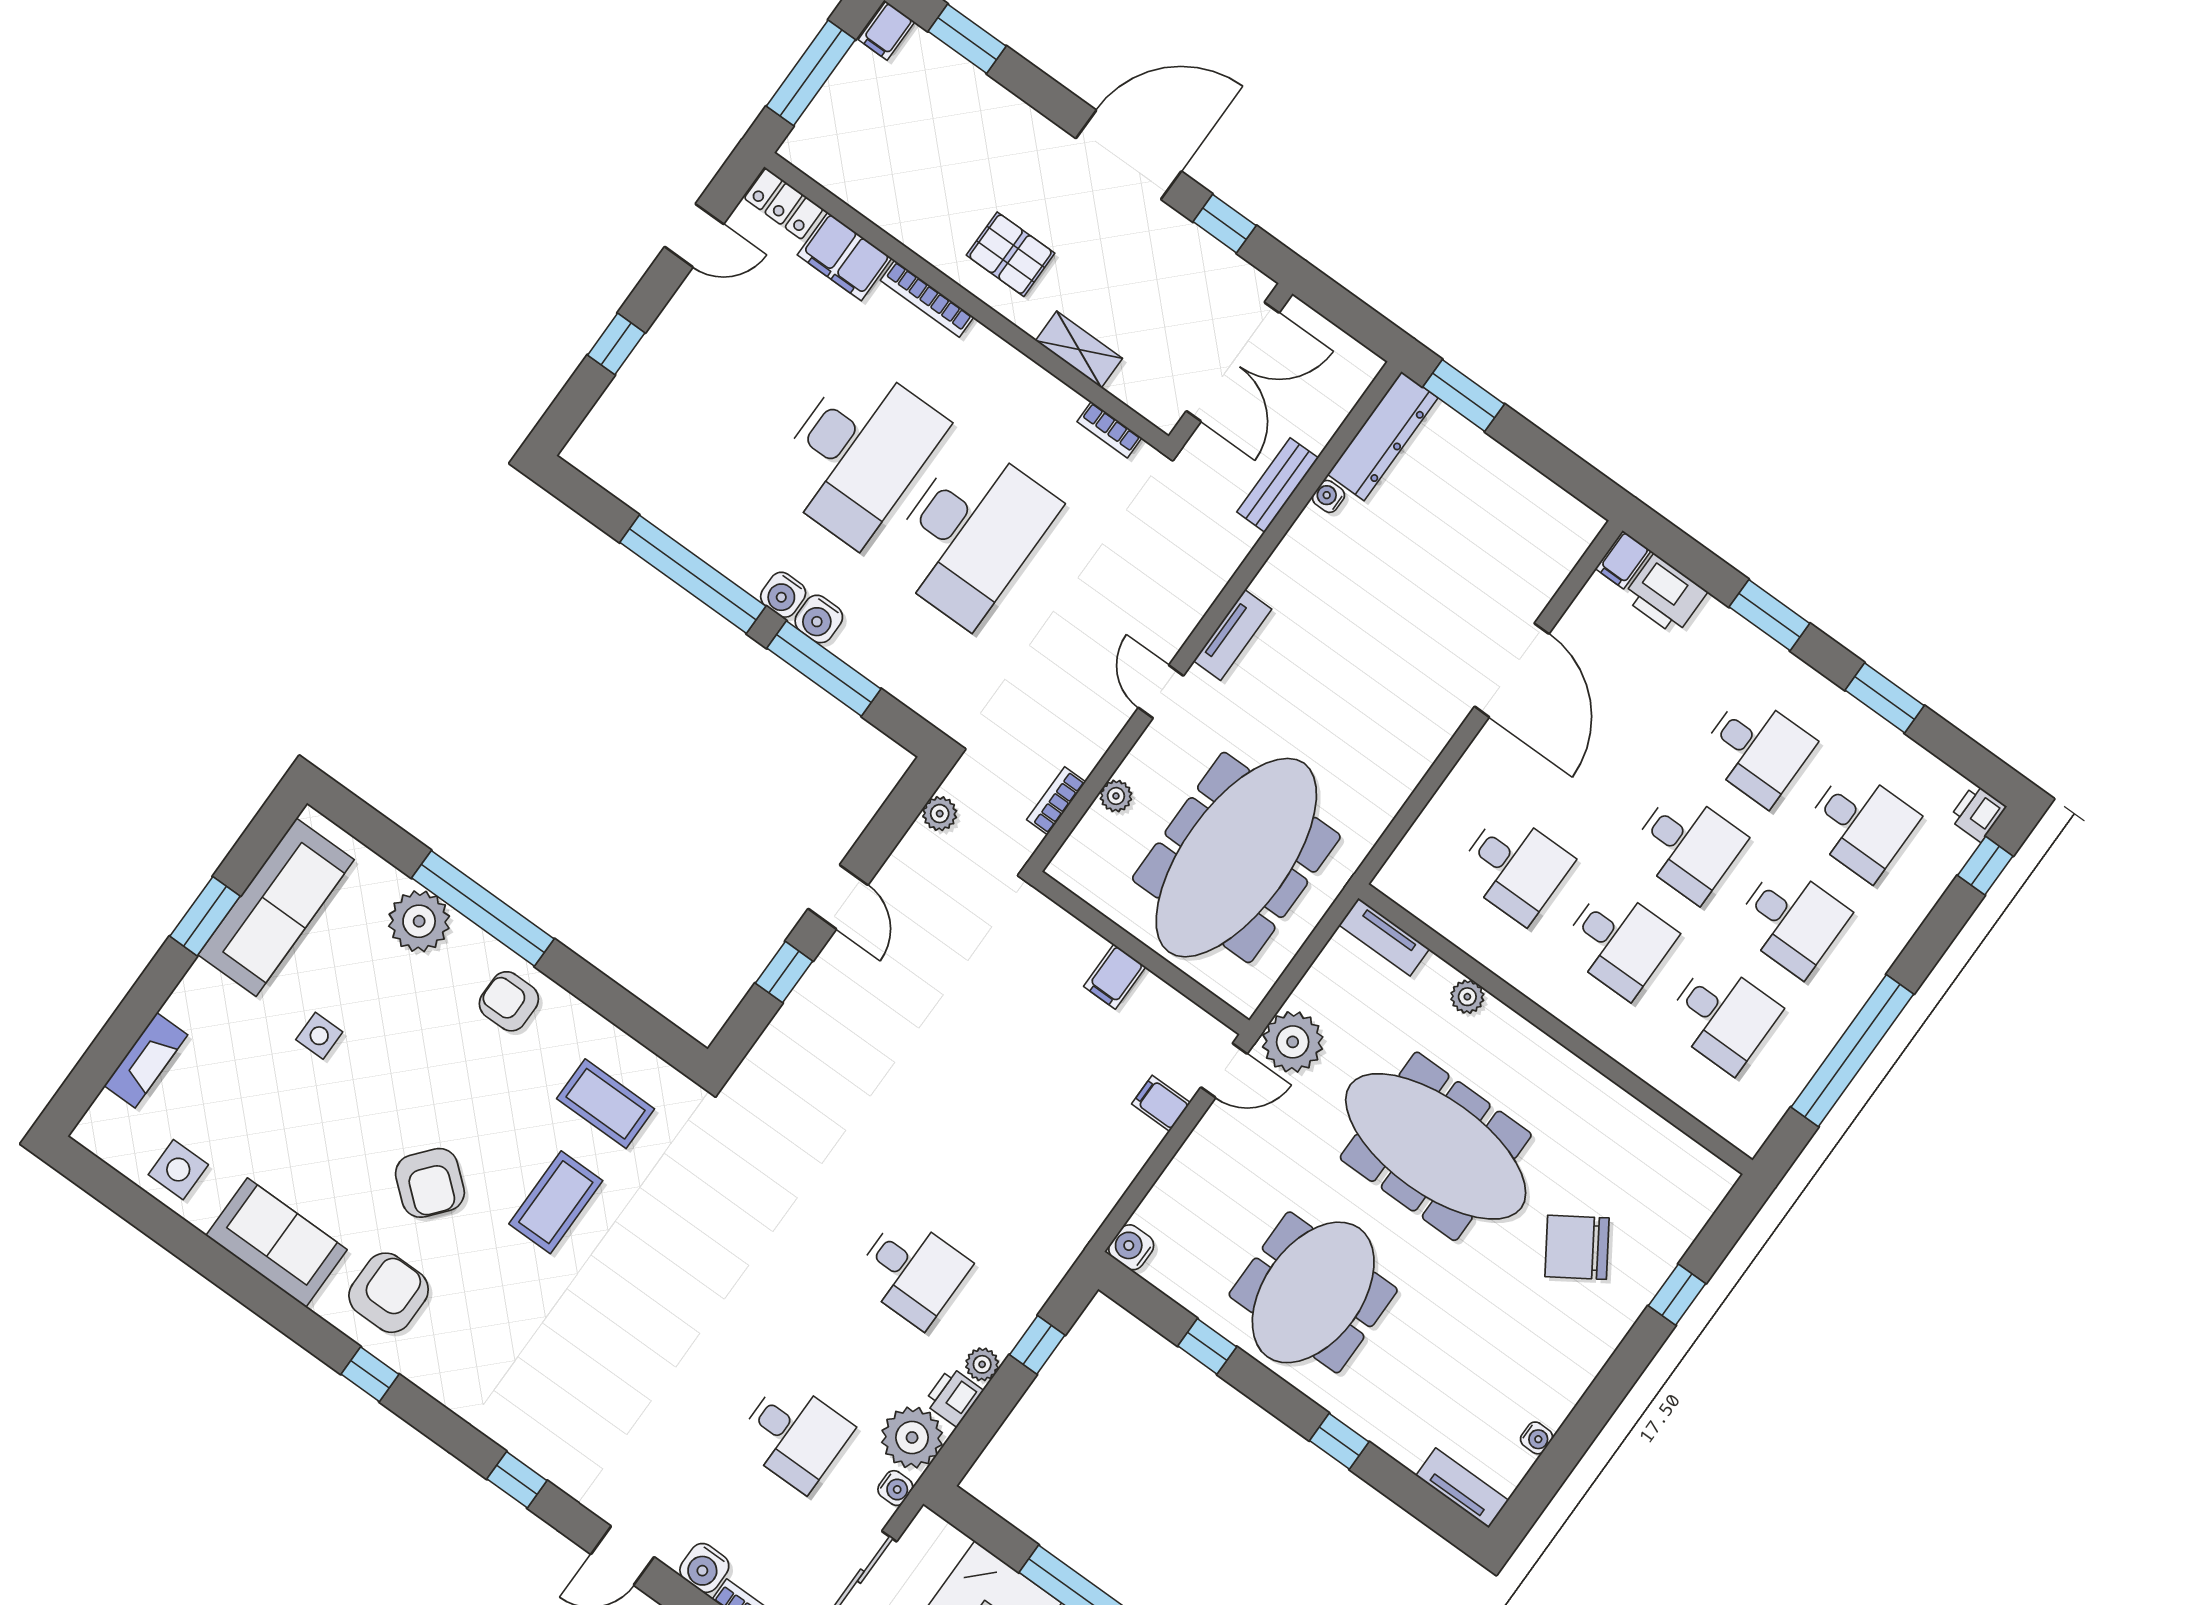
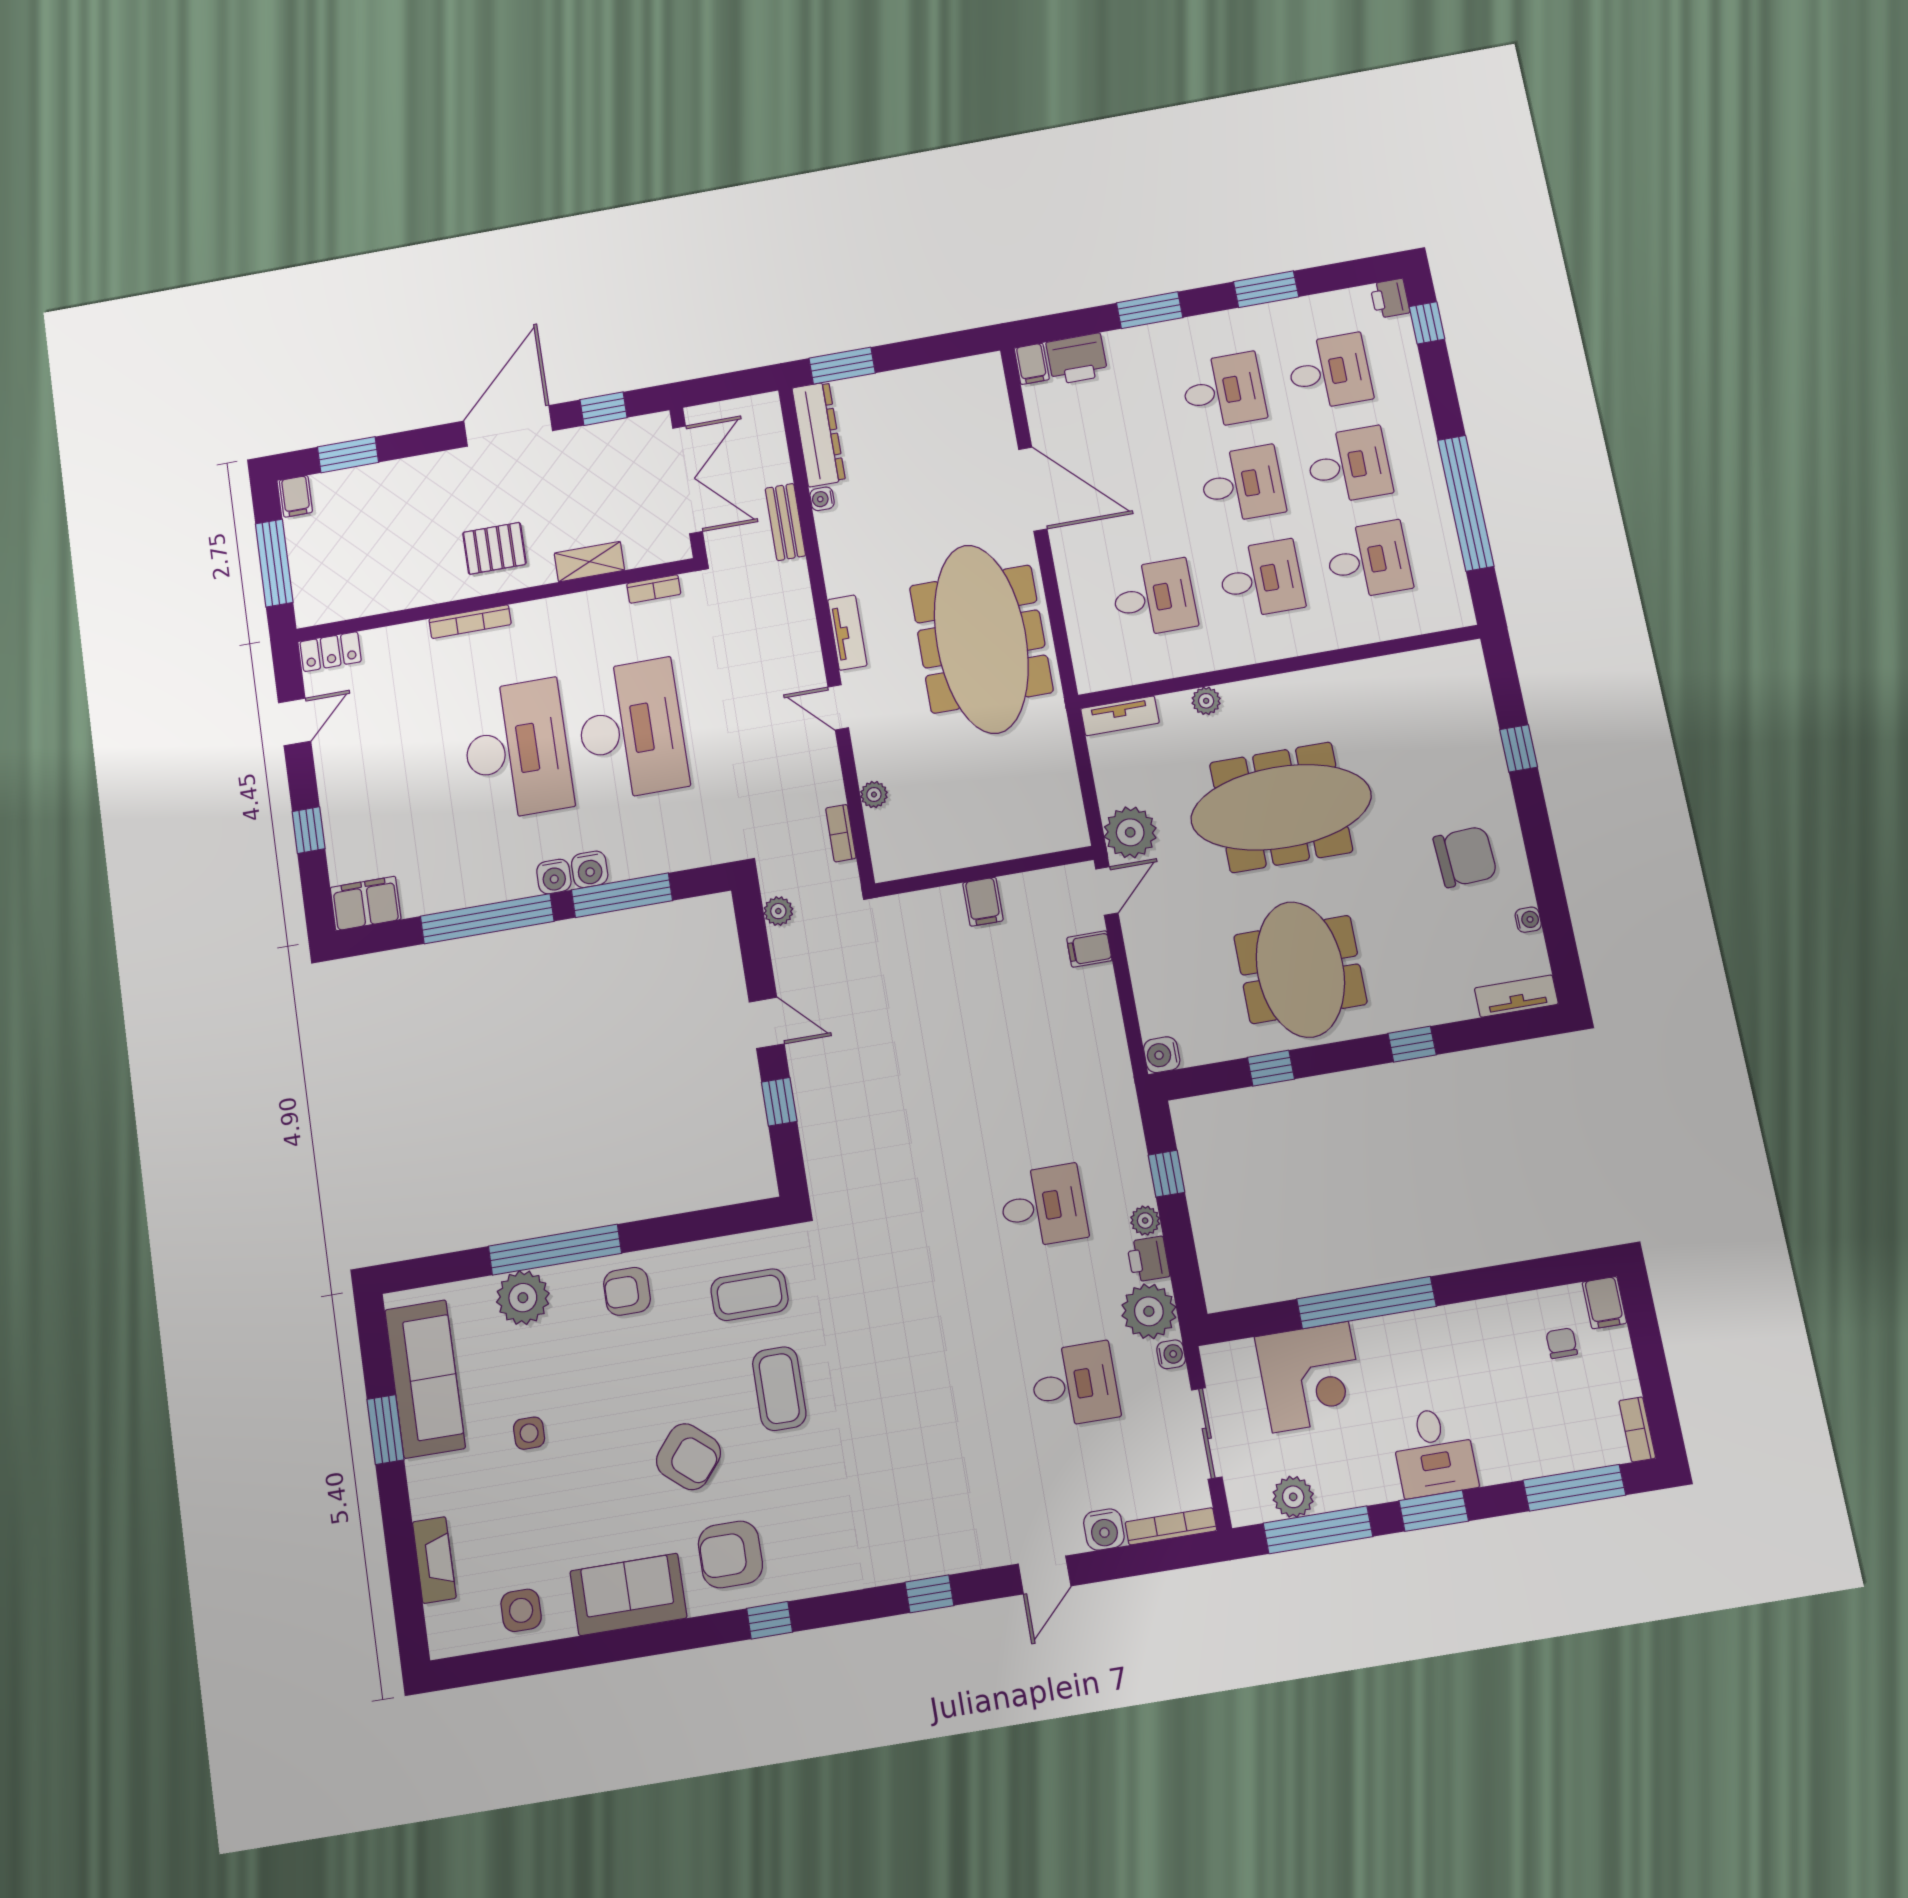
filing cabinet: (845, 257) -> (366, 903), moved, turned 180
meeting table: (1236, 858) -> (981, 639), moved
chair: (1577, 1247) -> (1465, 857), moved, turned -150
armchair: (389, 1293) -> (730, 1554), turned -90

